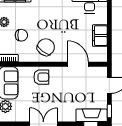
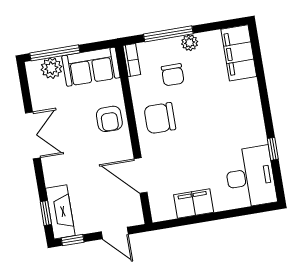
chair: (46, 47) -> (160, 118), turned 144
door: (78, 64) -> (141, 176), swing flipped

